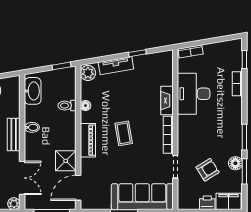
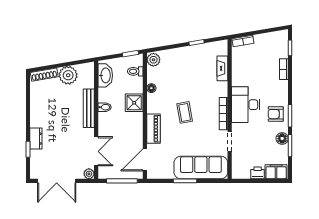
tv unit: (116, 66) -> (178, 53), removed
desk: (194, 94) -> (246, 105), moved
fireplace: (167, 101) -> (222, 68), moved
toilet: (67, 106) -> (135, 71), moved
bench: (14, 134) -> (89, 108), width x1.36
piano: (88, 140) -> (153, 129), moved
shower: (66, 161) -> (134, 103), moved
armchair: (208, 170) -> (276, 114), moved, turned -148

